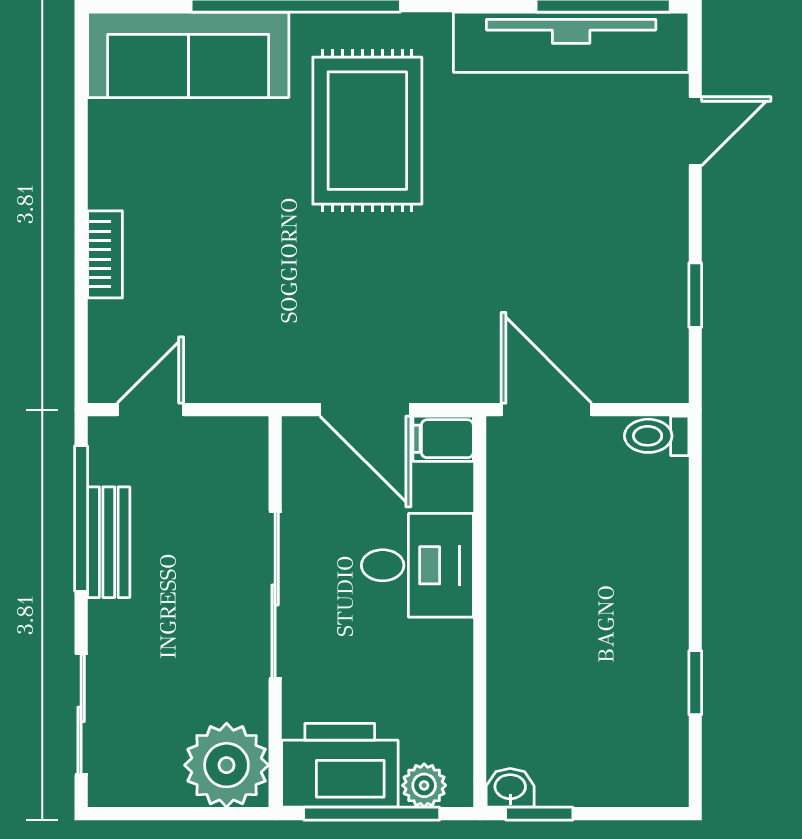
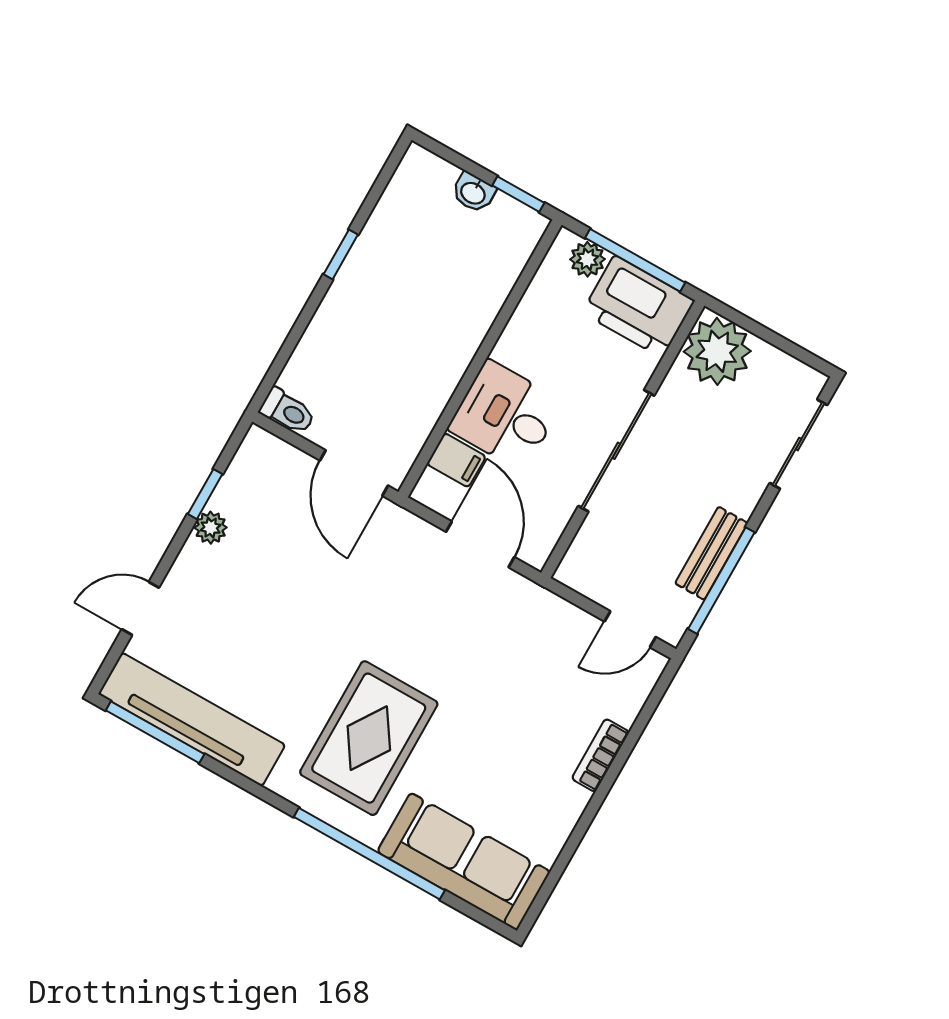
plant: (669, 262) -> (211, 528), added
filing cabinet: (443, 439) -> (456, 460), moved
window: (695, 683) -> (341, 254), moved
washbasin: (510, 788) -> (473, 192), moved

